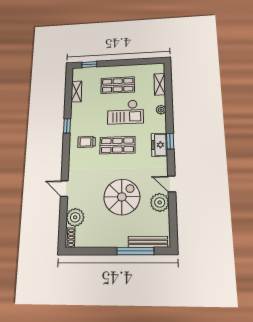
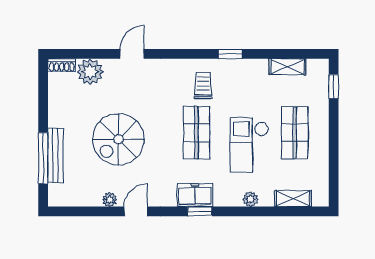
spiral stairs: (122, 197) -> (118, 139), turned 90
plant: (160, 202) -> (110, 200), width x0.53, depth x0.53
bench: (148, 242) -> (55, 155), moved

